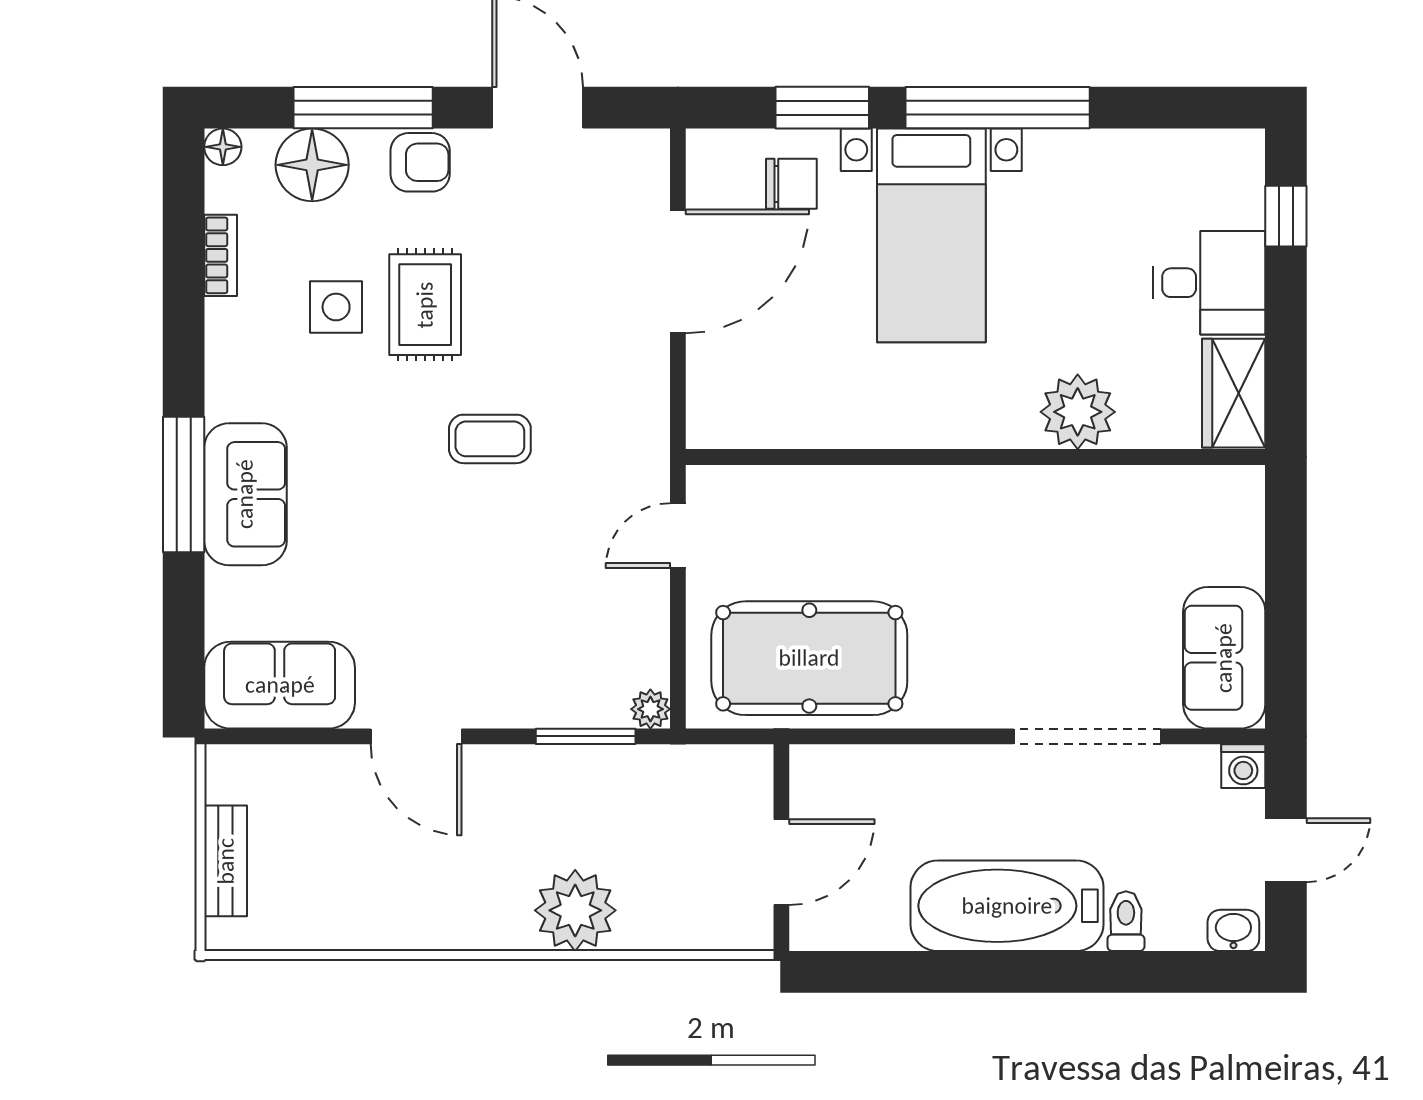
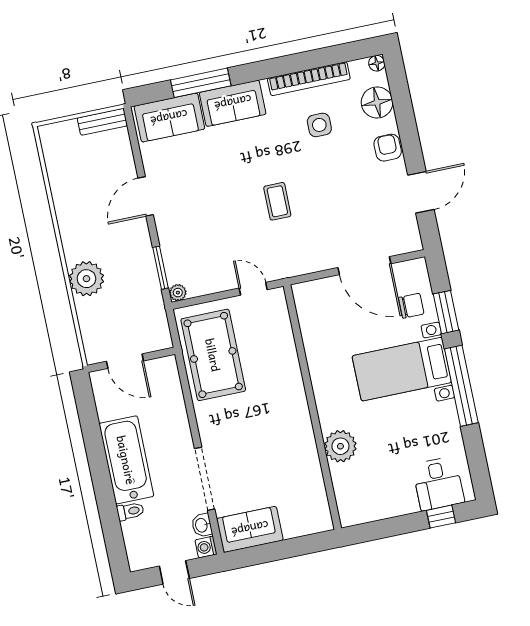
window: (363, 108) -> (406, 119), removed
armchair: (420, 162) -> (388, 148), turned 180
chair: (791, 184) -> (411, 306), turned -90
bookcase: (221, 255) -> (309, 79), width x2.31, depth x1.31
desk: (1209, 283) -> (438, 484), moved
rug: (425, 305) -> (328, 162), removed
wardrobe: (1234, 393) -> (362, 510), removed
window: (184, 485) -> (201, 83), moved
sofa: (280, 685) -> (169, 118), moved, turned 90
bench: (226, 861) -> (102, 122), moved
washbasin: (1233, 930) -> (202, 525), moved, turned 180

